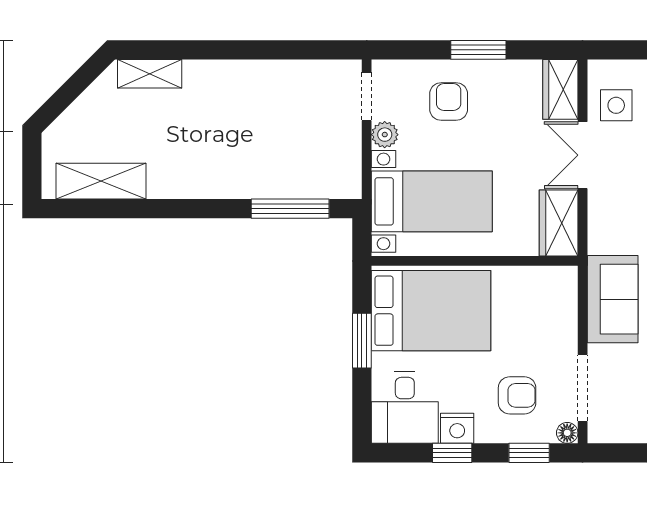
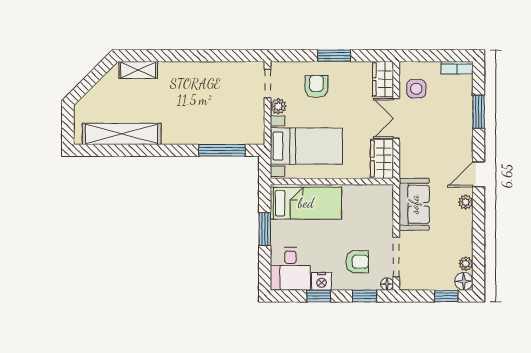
shelving: (101, 181) -> (122, 134), width x1.47
bed: (431, 311) -> (306, 203), width x0.67

